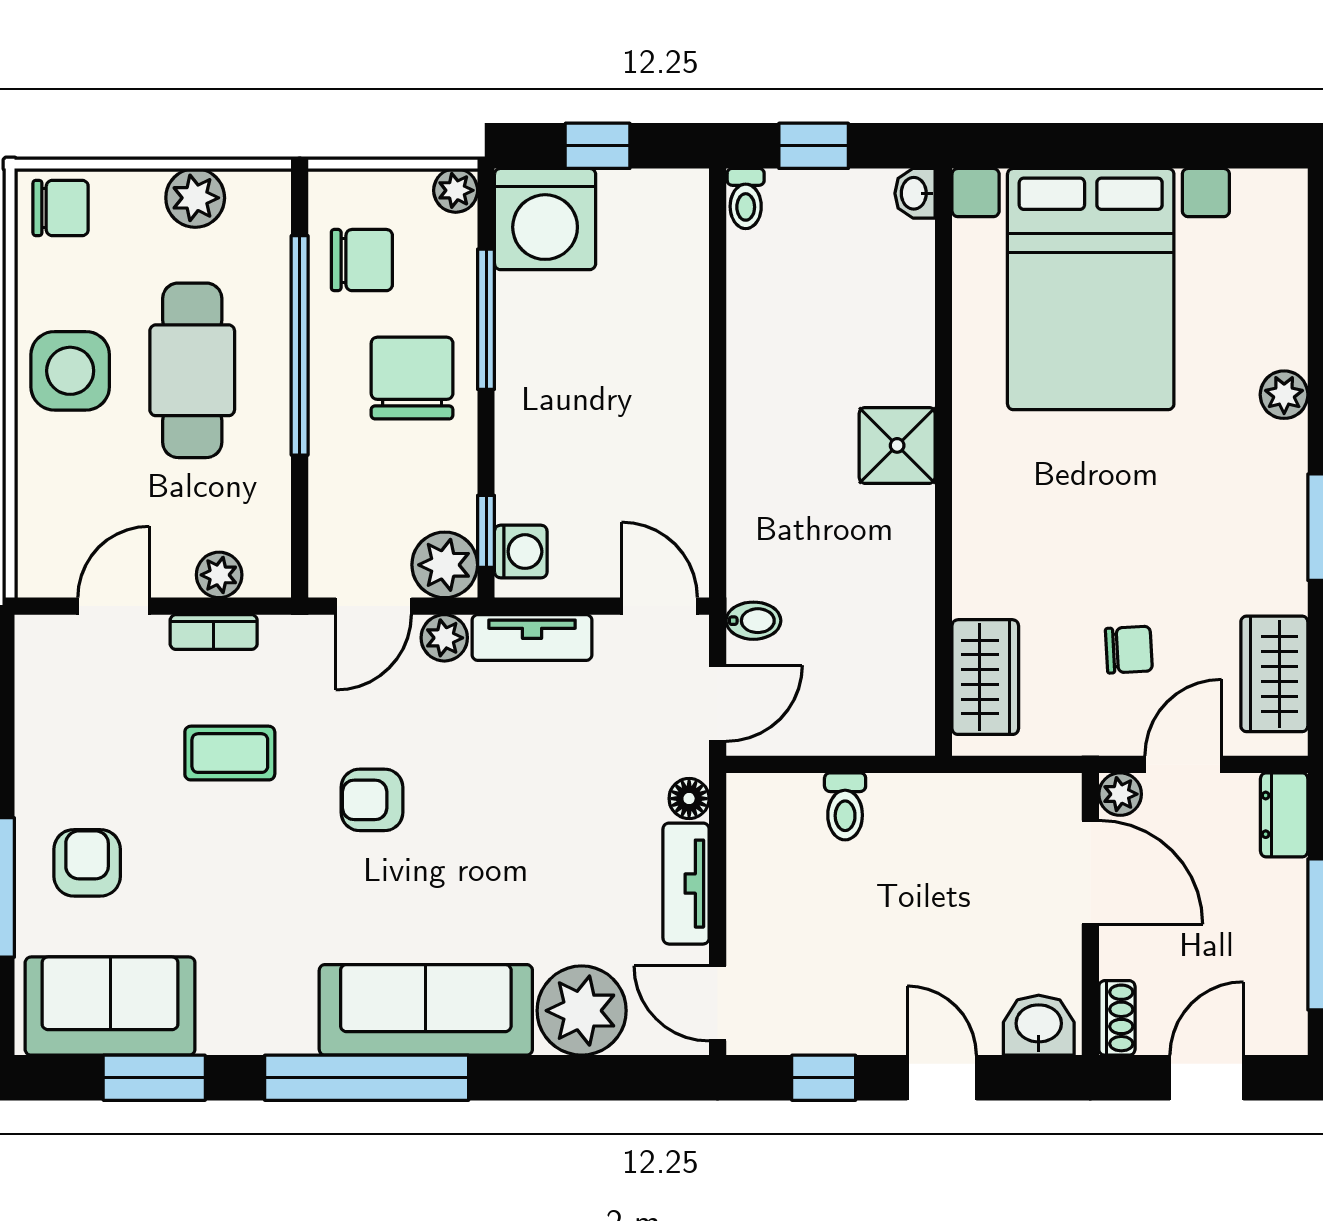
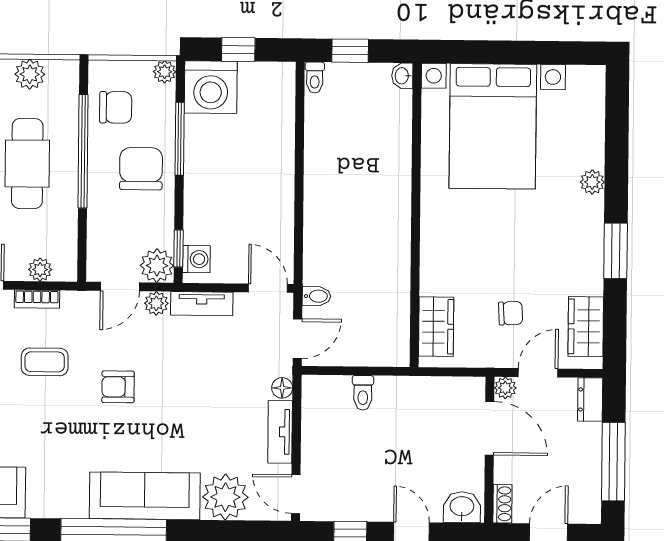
shower: (897, 445) -> (392, 206), removed

